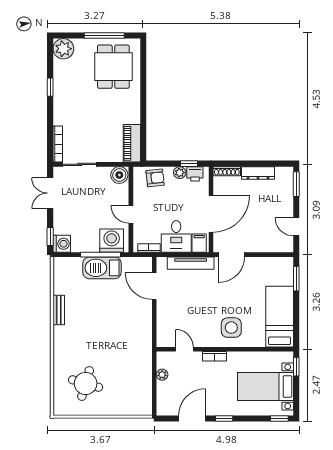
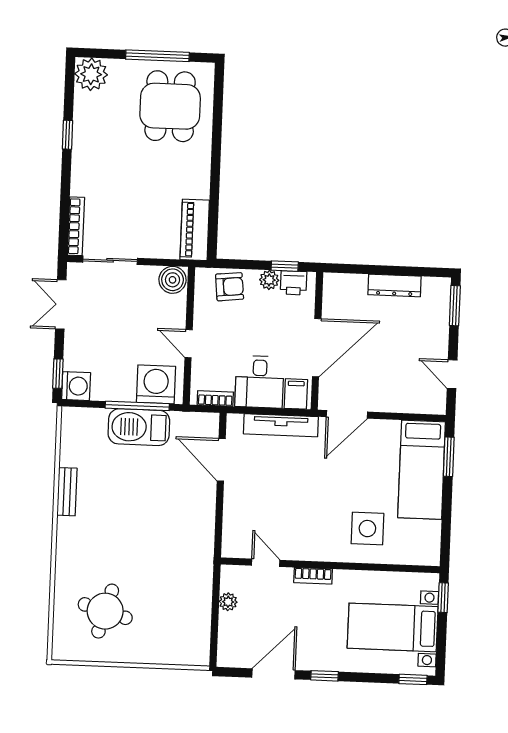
shoe rack: (227, 171) -> (345, 281), removed
bed: (280, 317) -> (422, 470), moved, turned 180
side table: (231, 328) -> (367, 529), moved

